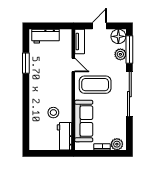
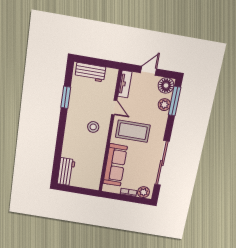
sliding door: (129, 94) -> (162, 163), moved
stool: (53, 113) -> (93, 127), moved
workbench: (64, 136) -> (66, 172), moved, turned 180

